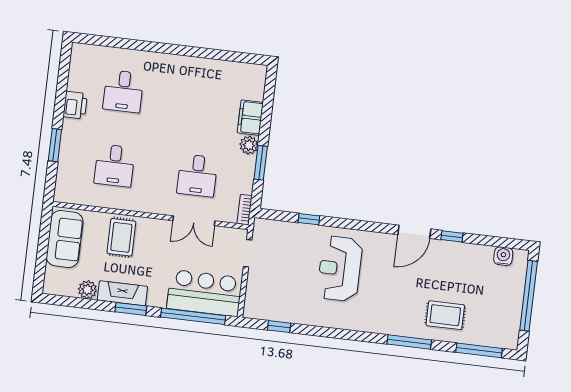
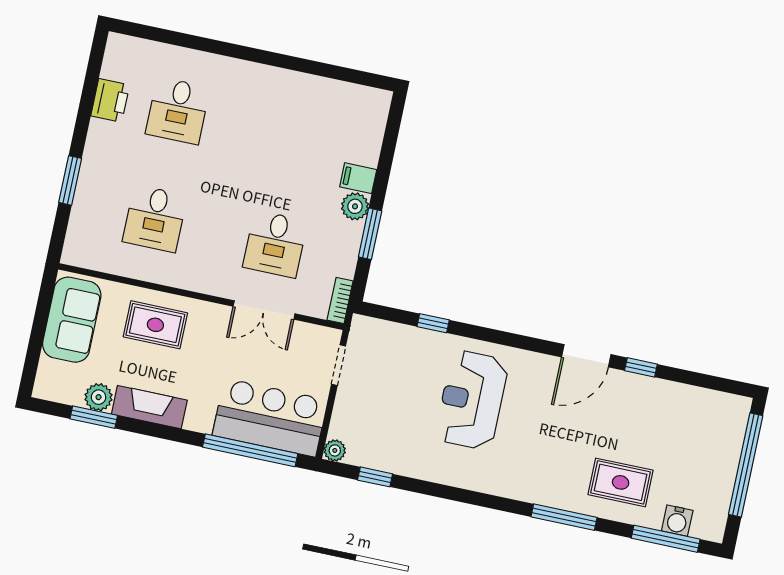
printer: (75, 105) -> (110, 100), moved
filing cabinet: (250, 118) -> (358, 178), width x0.50
rug: (121, 237) -> (155, 325), turned 90
water cooler: (503, 256) -> (677, 521), moved, turned 180
window: (131, 309) -> (94, 417), moved
plant: (250, 311) -> (335, 450), added

